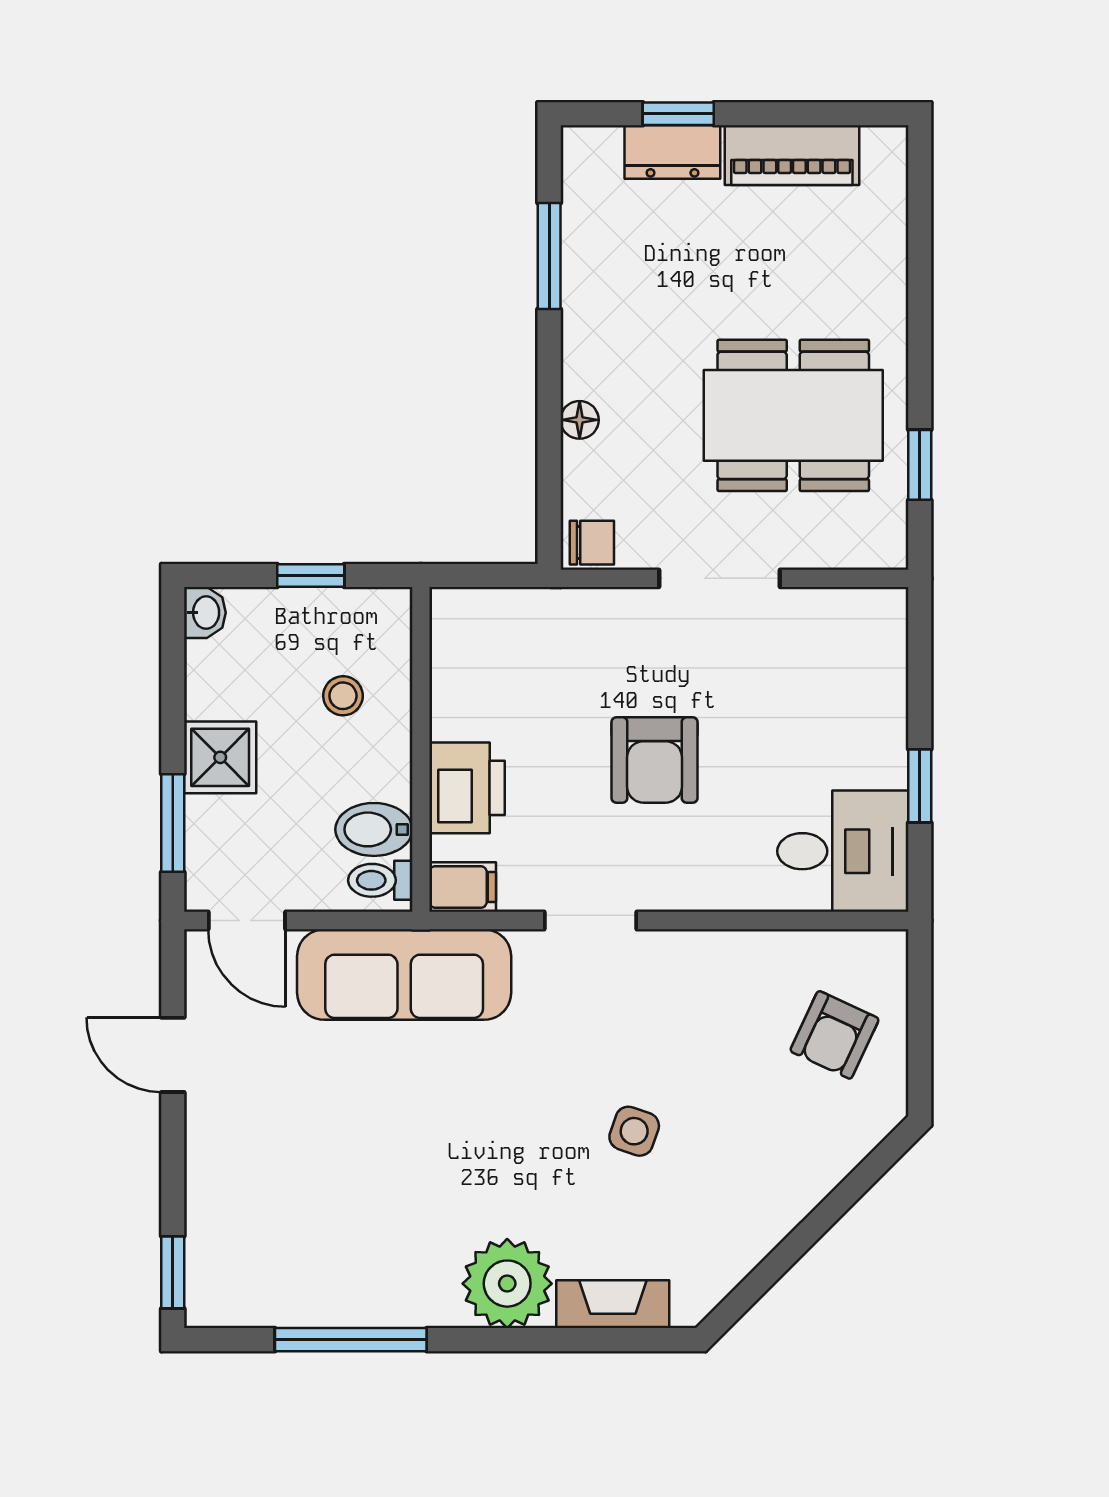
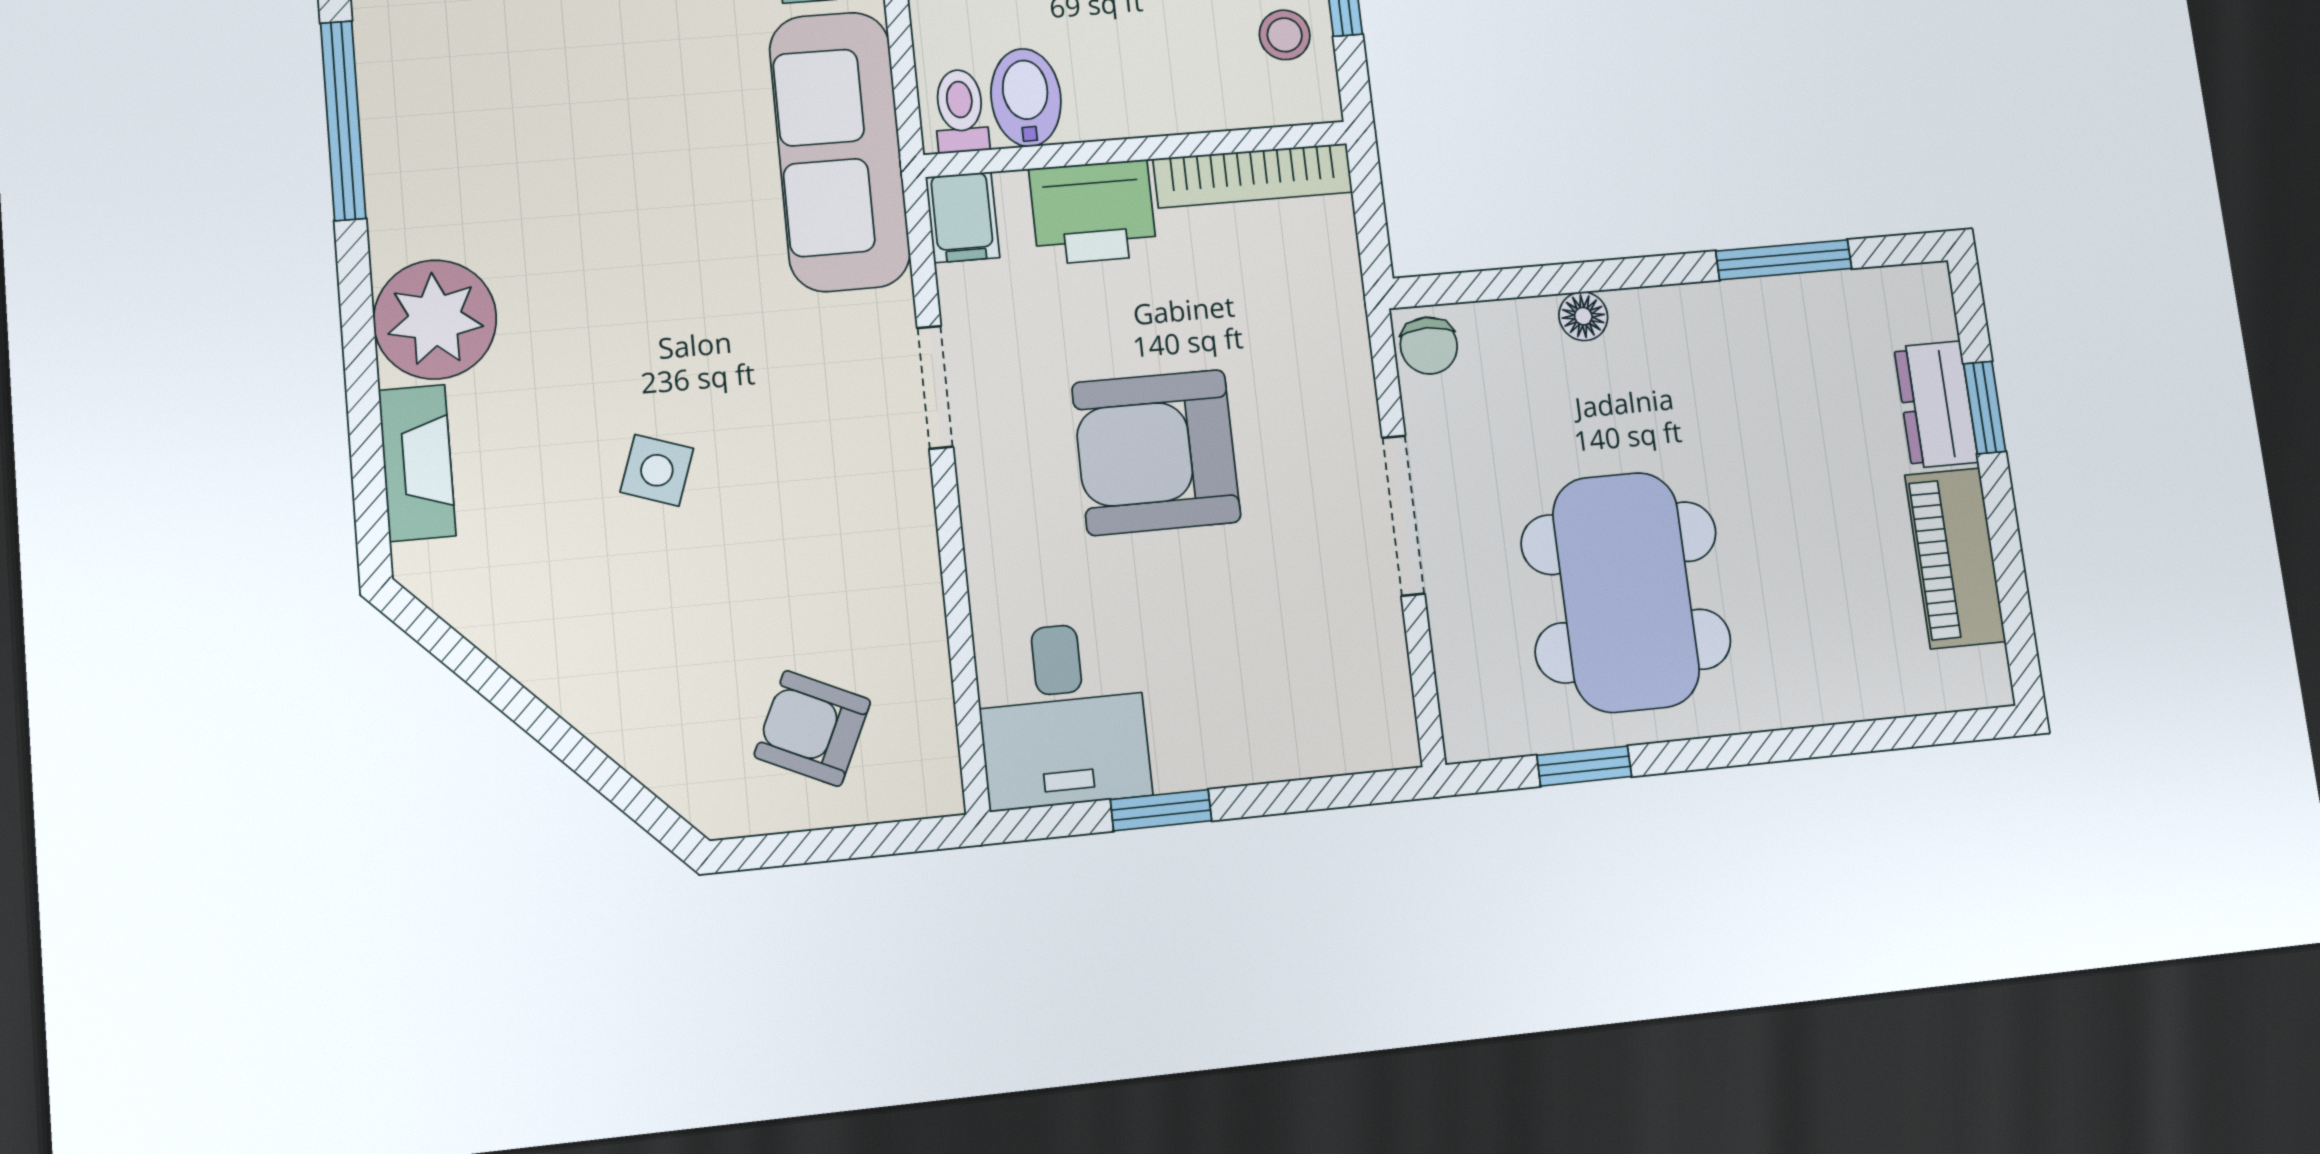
bookcase: (449, 662) -> (1253, 176), added
stool: (343, 696) -> (1285, 35), moved
armchair: (655, 760) -> (1156, 452), width x1.36, depth x1.36

